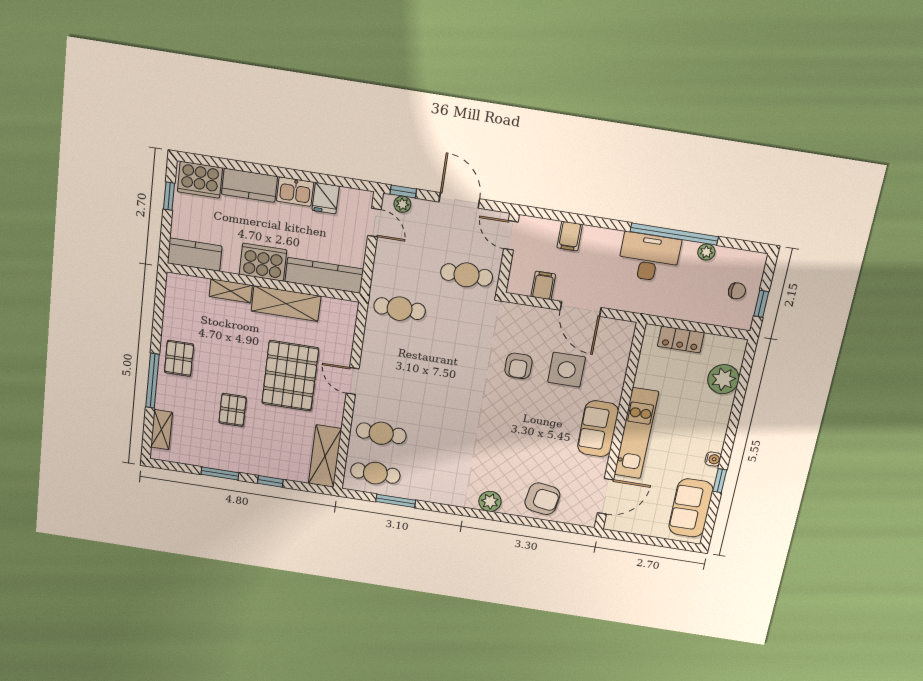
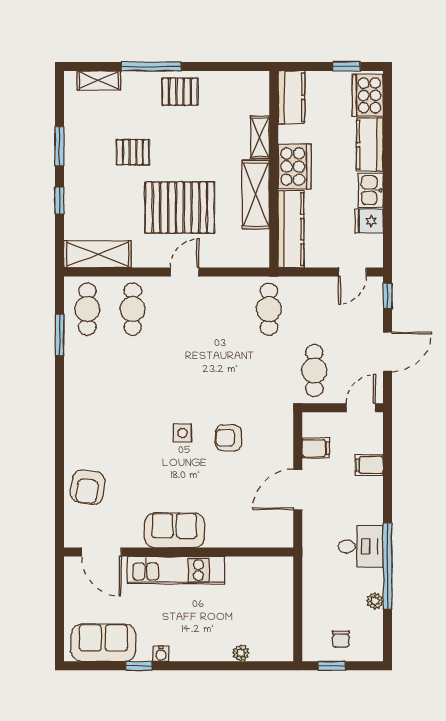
plant: (402, 204) -> (375, 297), removed
desk: (649, 257) -> (361, 546), width x0.73
locker: (681, 340) -> (282, 595), removed
side table: (567, 370) -> (182, 433), moved, width x0.54, depth x0.54
plant: (723, 379) -> (241, 653), width x0.53, depth x0.53
plant: (490, 501) -> (75, 433), removed

